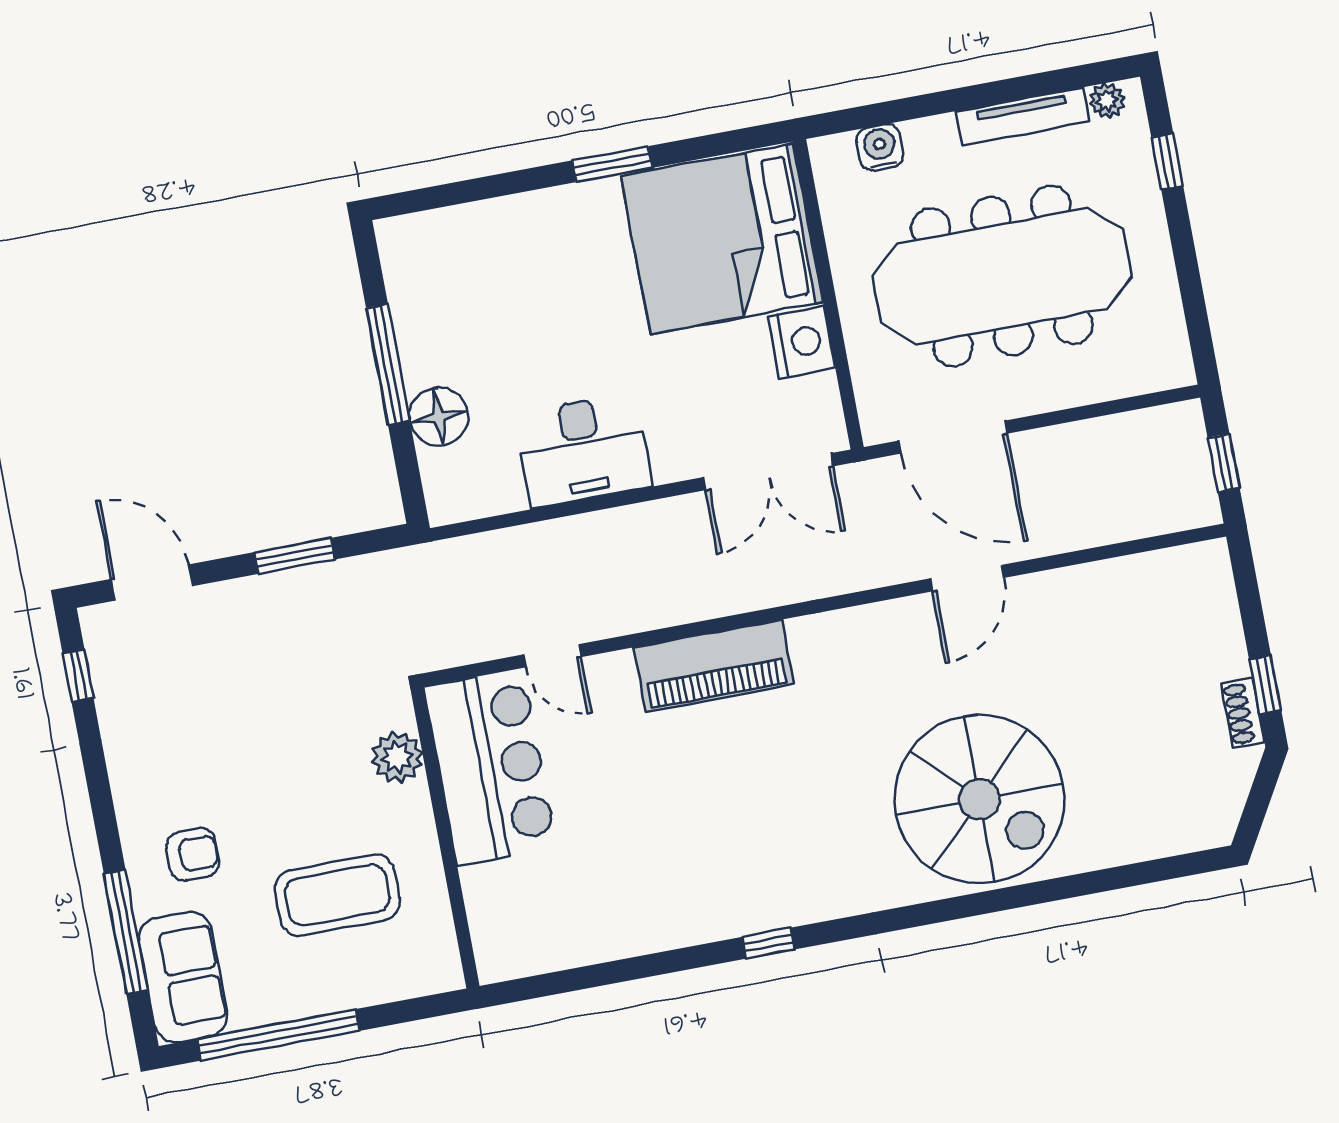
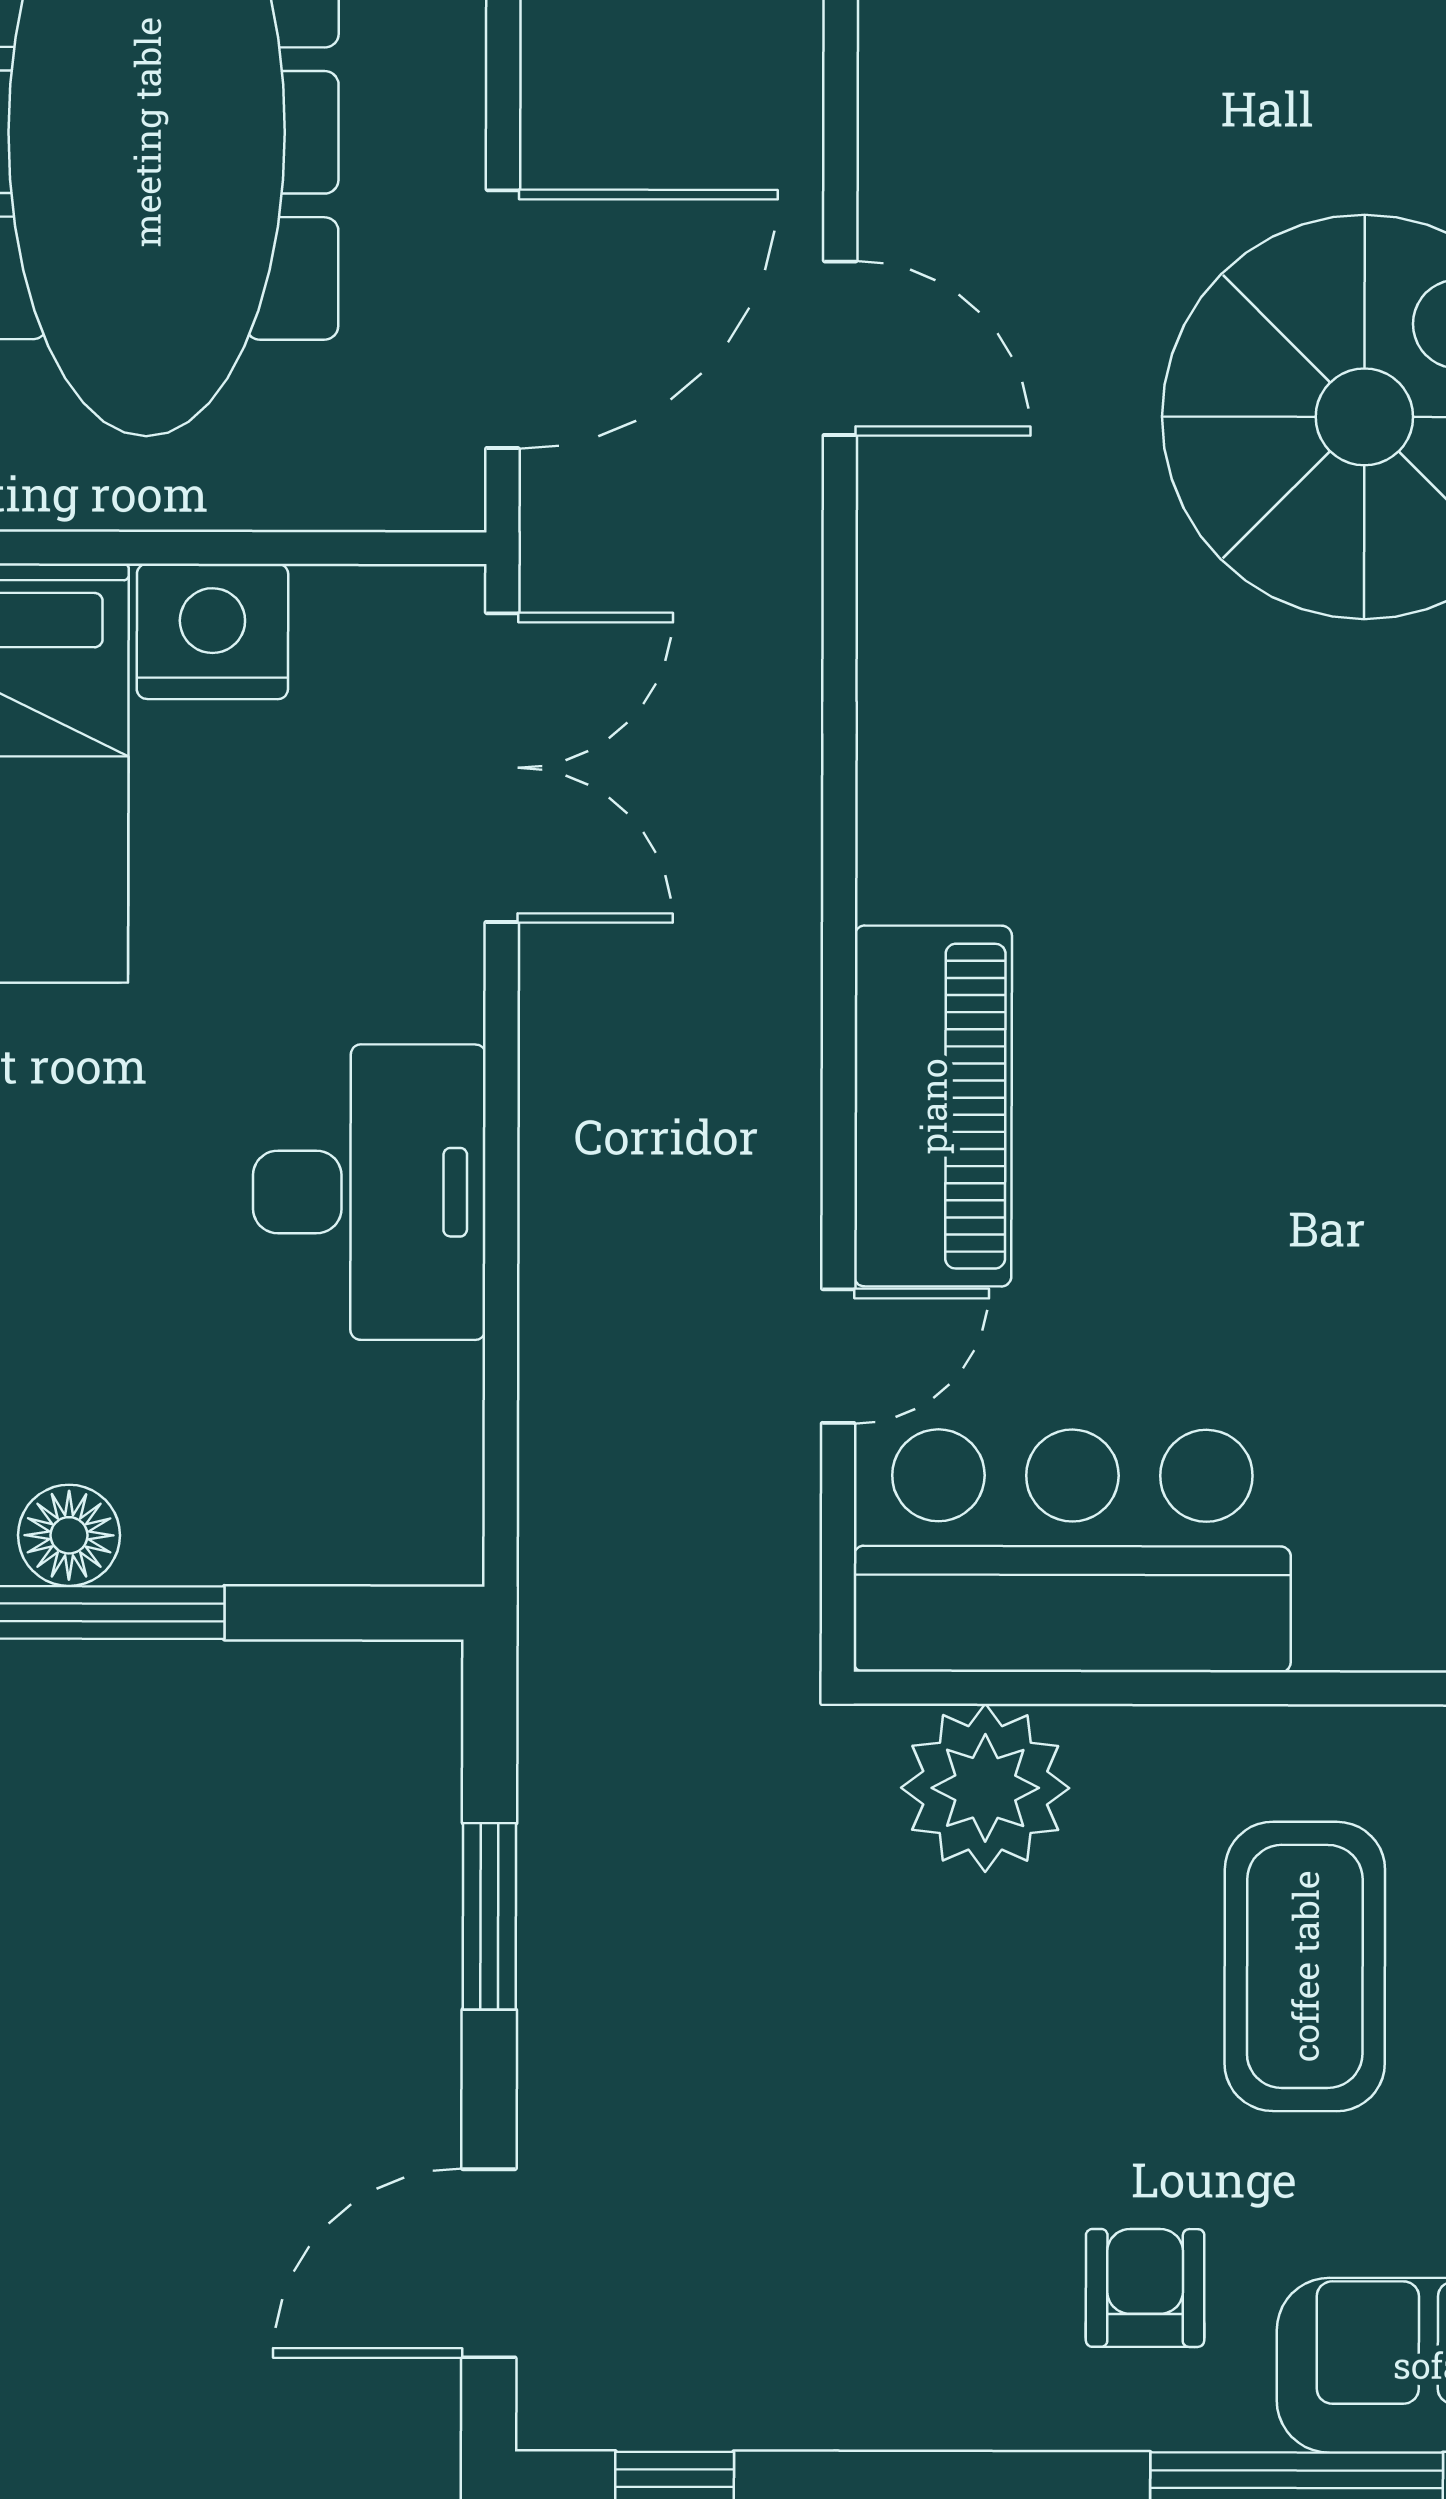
floor lamp: (439, 417) -> (69, 1535), moved, width x0.73, depth x0.73
piano: (714, 666) -> (933, 1106), moved
plant: (397, 757) -> (985, 1788), width x1.36, depth x1.36

